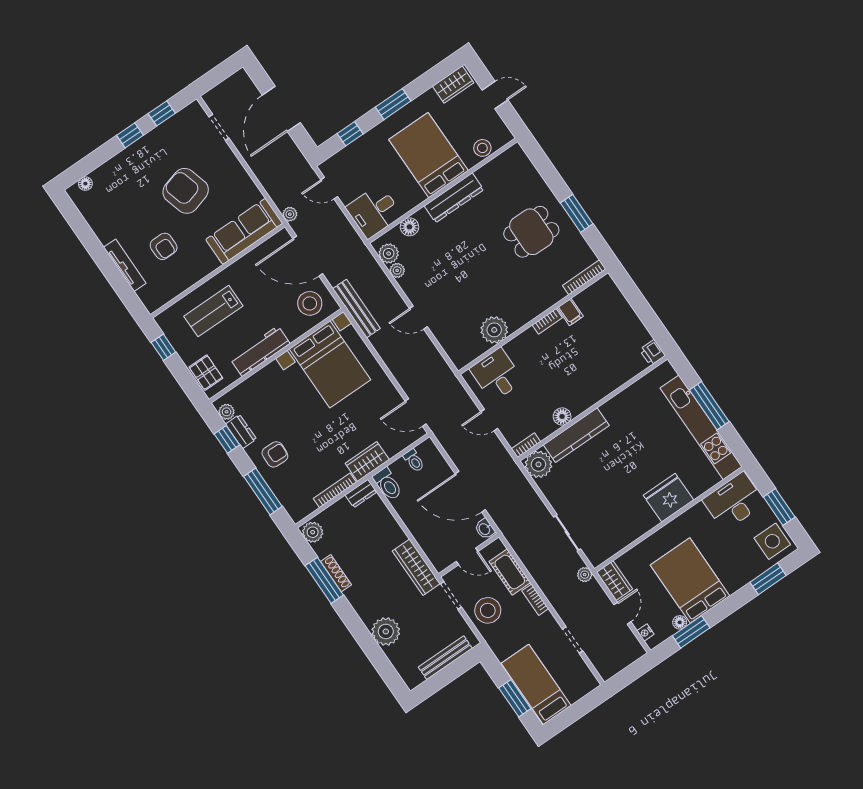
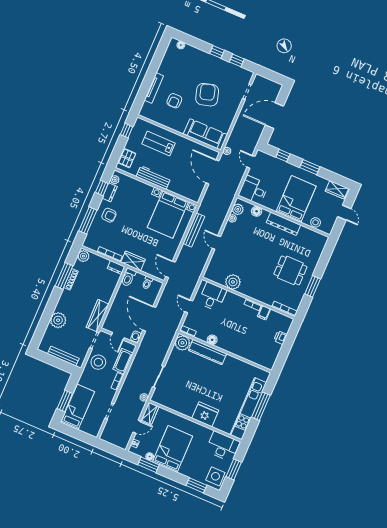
stool: (310, 303) -> (191, 187), removed
bench: (356, 309) -> (194, 230), moved
printer: (652, 353) -> (280, 338), moved

